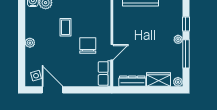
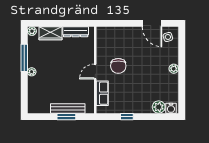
window: (186, 24) -> (24, 87), removed
coffee table: (66, 27) -> (140, 83), removed
door: (112, 52) -> (95, 71), moved
row of seats: (105, 73) -> (102, 93), moved

